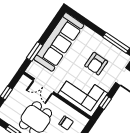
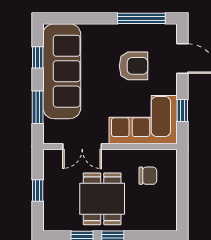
window: (52, 27) -> (38, 57), added
armchair: (96, 64) -> (134, 66), turned -90

